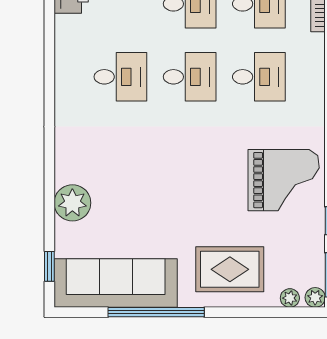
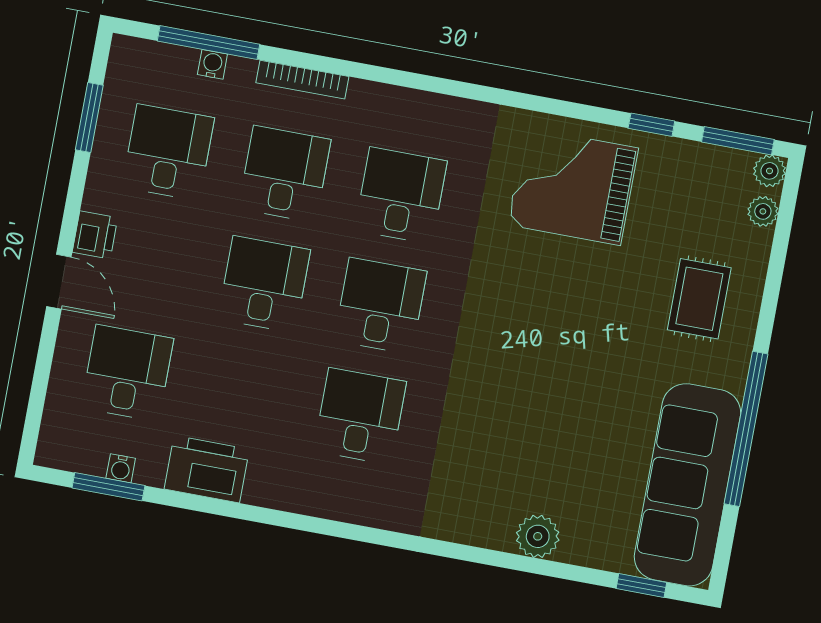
grand piano: (284, 180) -> (573, 186), turned -90
plant: (72, 203) -> (538, 536), width x0.73, depth x0.73
rug: (230, 269) -> (699, 299), width x0.73, depth x0.70

